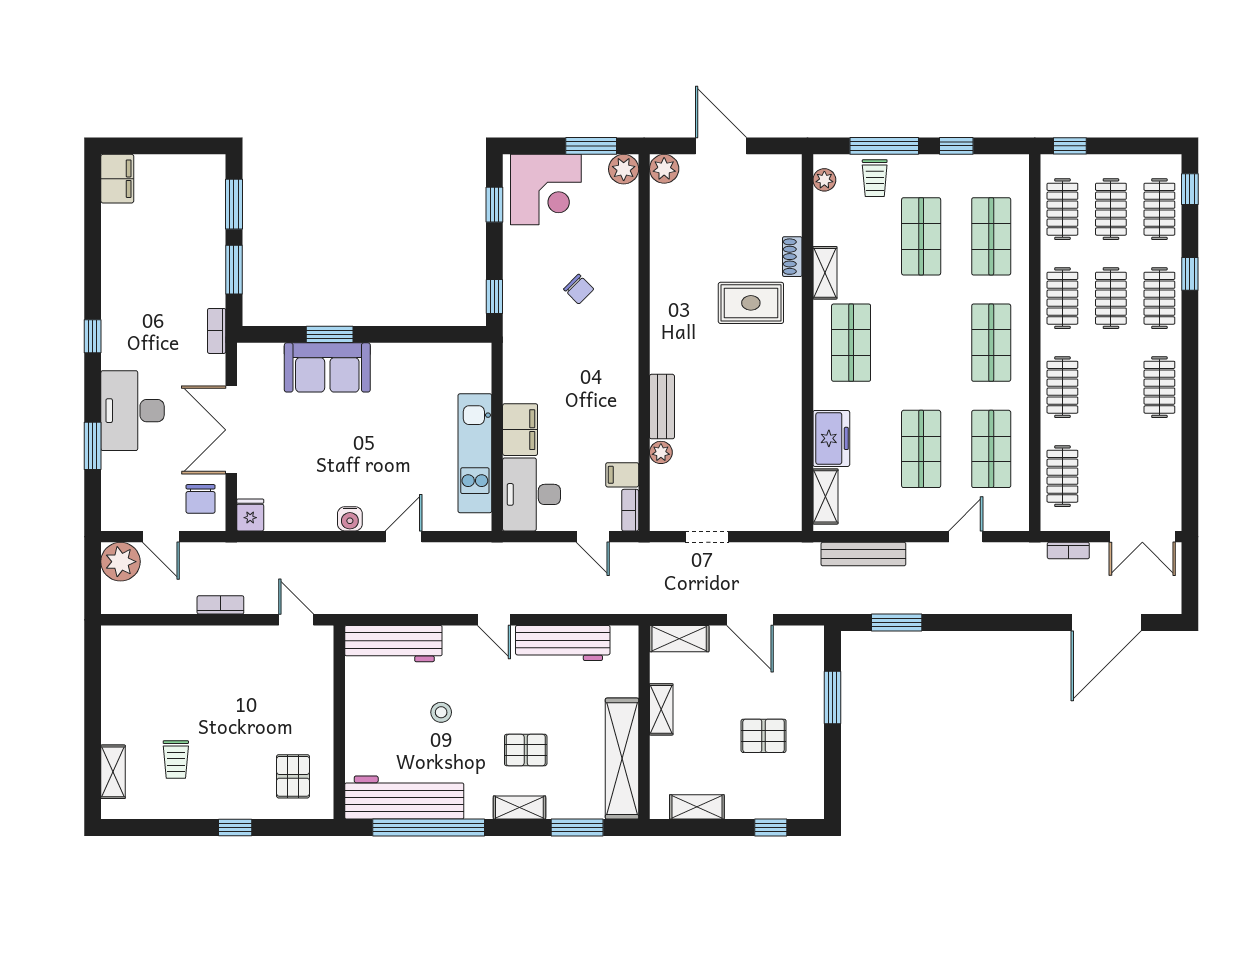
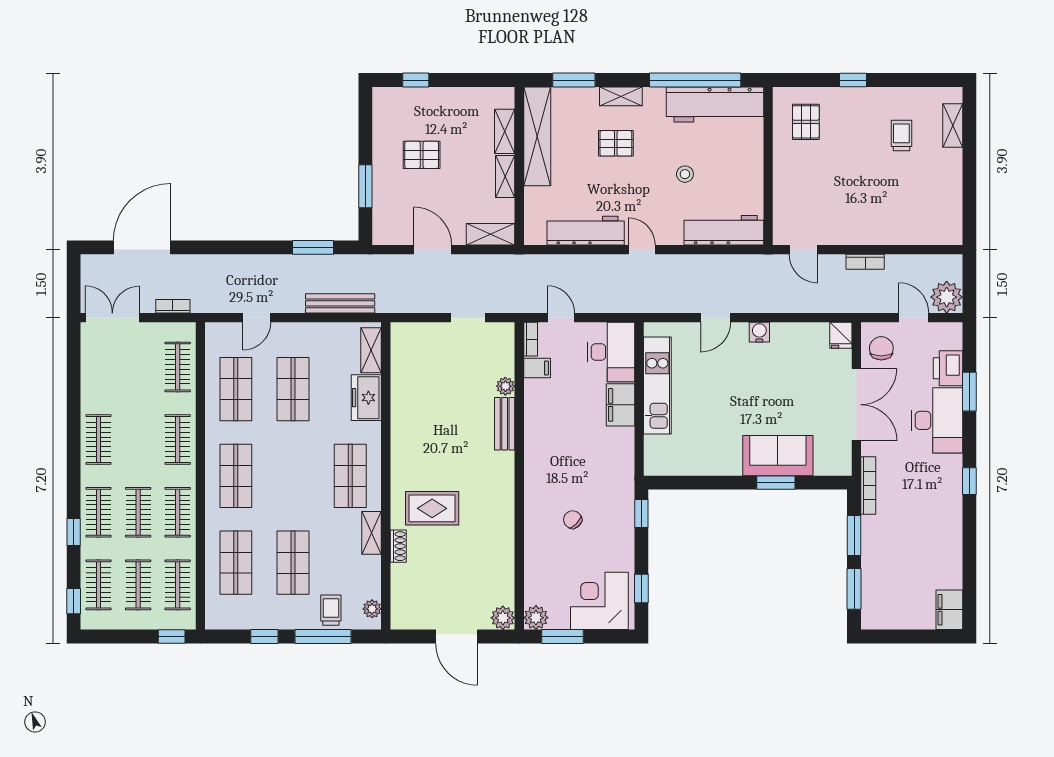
bookcase: (217, 331) -> (868, 485), width x1.56
printer: (119, 475) -> (948, 368), added
shelving: (697, 807) -> (505, 131), moved, turned 90

